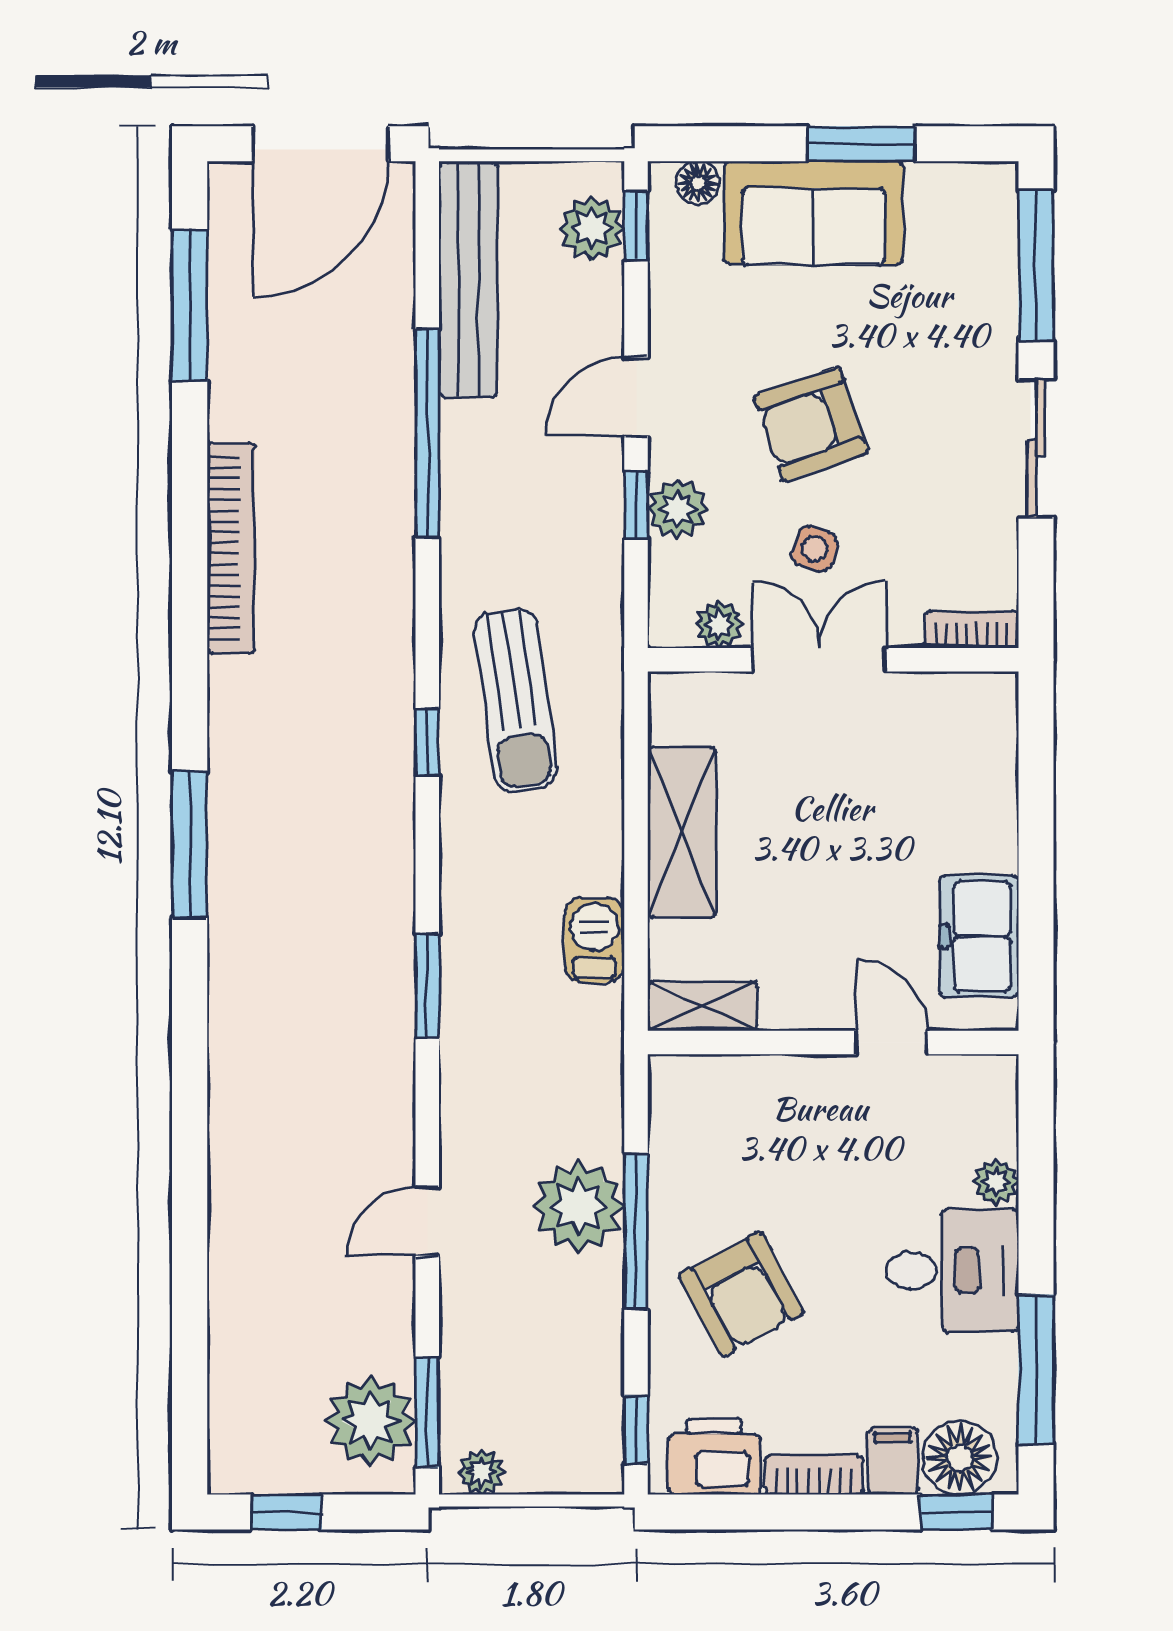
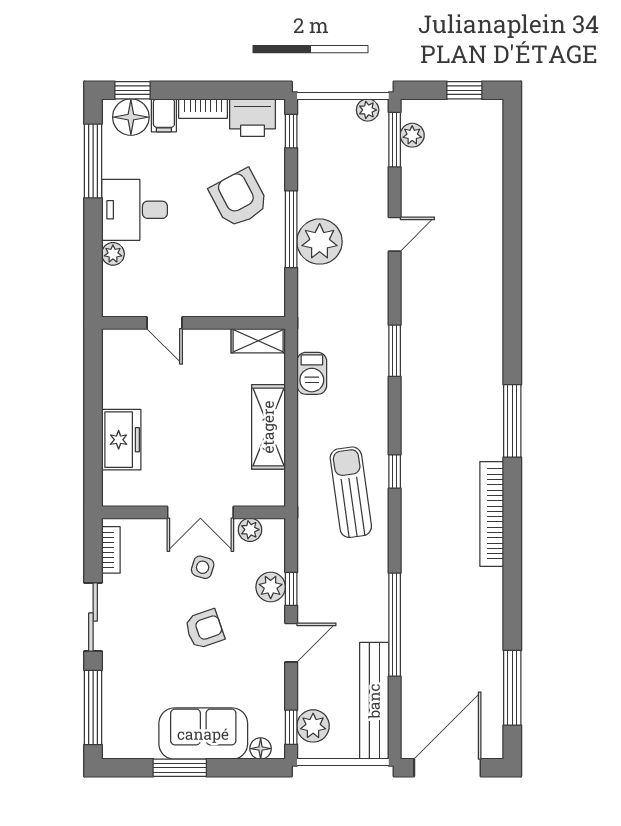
armchair: (811, 424) -> (204, 629), width x0.72, depth x0.72
bookcase: (231, 548) -> (492, 514), moved
bookcase: (972, 629) -> (111, 550), moved, turned -90
freezer: (979, 936) -> (121, 440), moved
plant: (370, 1421) -> (412, 135), width x0.53, depth x0.53

